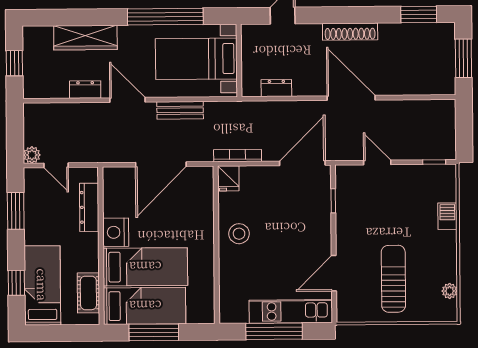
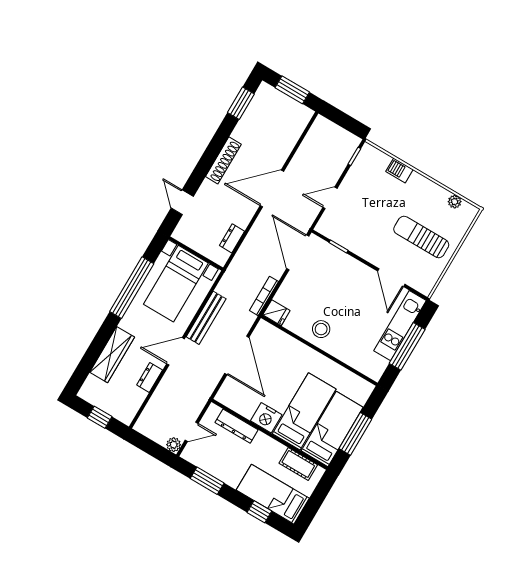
bench: (180, 110) -> (206, 318), width x1.36

